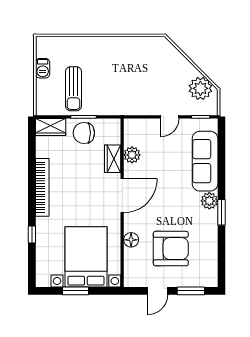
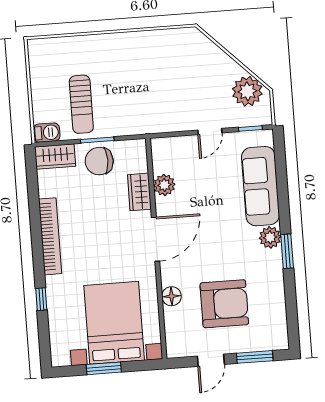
barbecue: (43, 68) -> (47, 133), moved, turned -90

